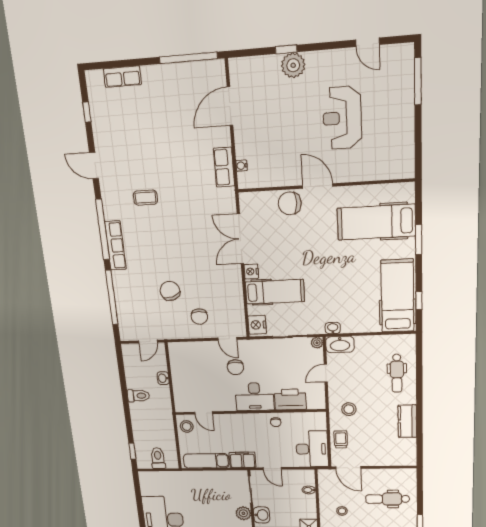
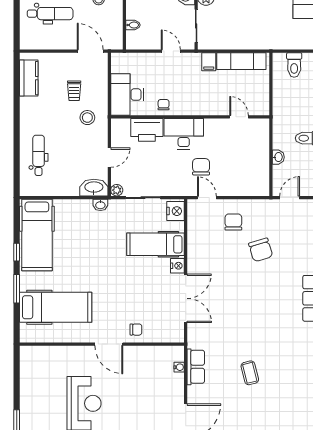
coffee table: (145, 198) -> (250, 373), moved, turned 76
chair: (290, 203) -> (136, 330), width x0.54, depth x0.54
window: (419, 301) -> (17, 252), moved
kitchen counter: (407, 421) -> (29, 78), moved
stool: (187, 426) -> (259, 102), removed
trolley: (341, 439) -> (74, 91), moved
desk: (312, 449) -> (127, 95), moved
filing cabinet: (242, 460) -> (209, 62), width x0.50

